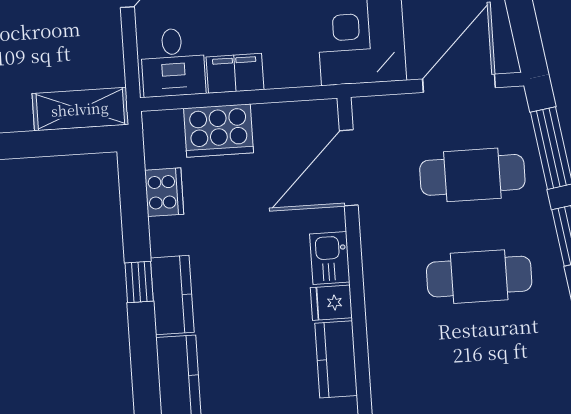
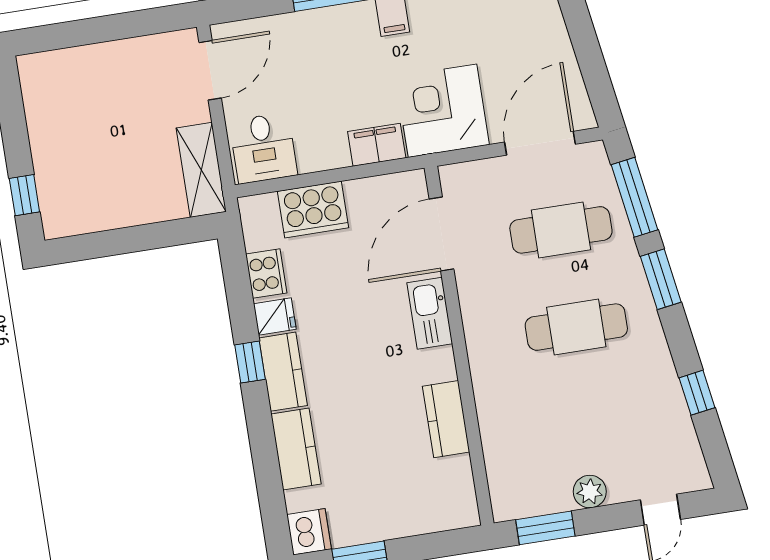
filing cabinet: (235, 73) -> (377, 145), moved
shelving: (80, 109) -> (201, 170), moved, turned 90
kitchen sink: (330, 258) -> (430, 313), width x1.38
fridge: (331, 303) -> (275, 316), moved, turned 180

